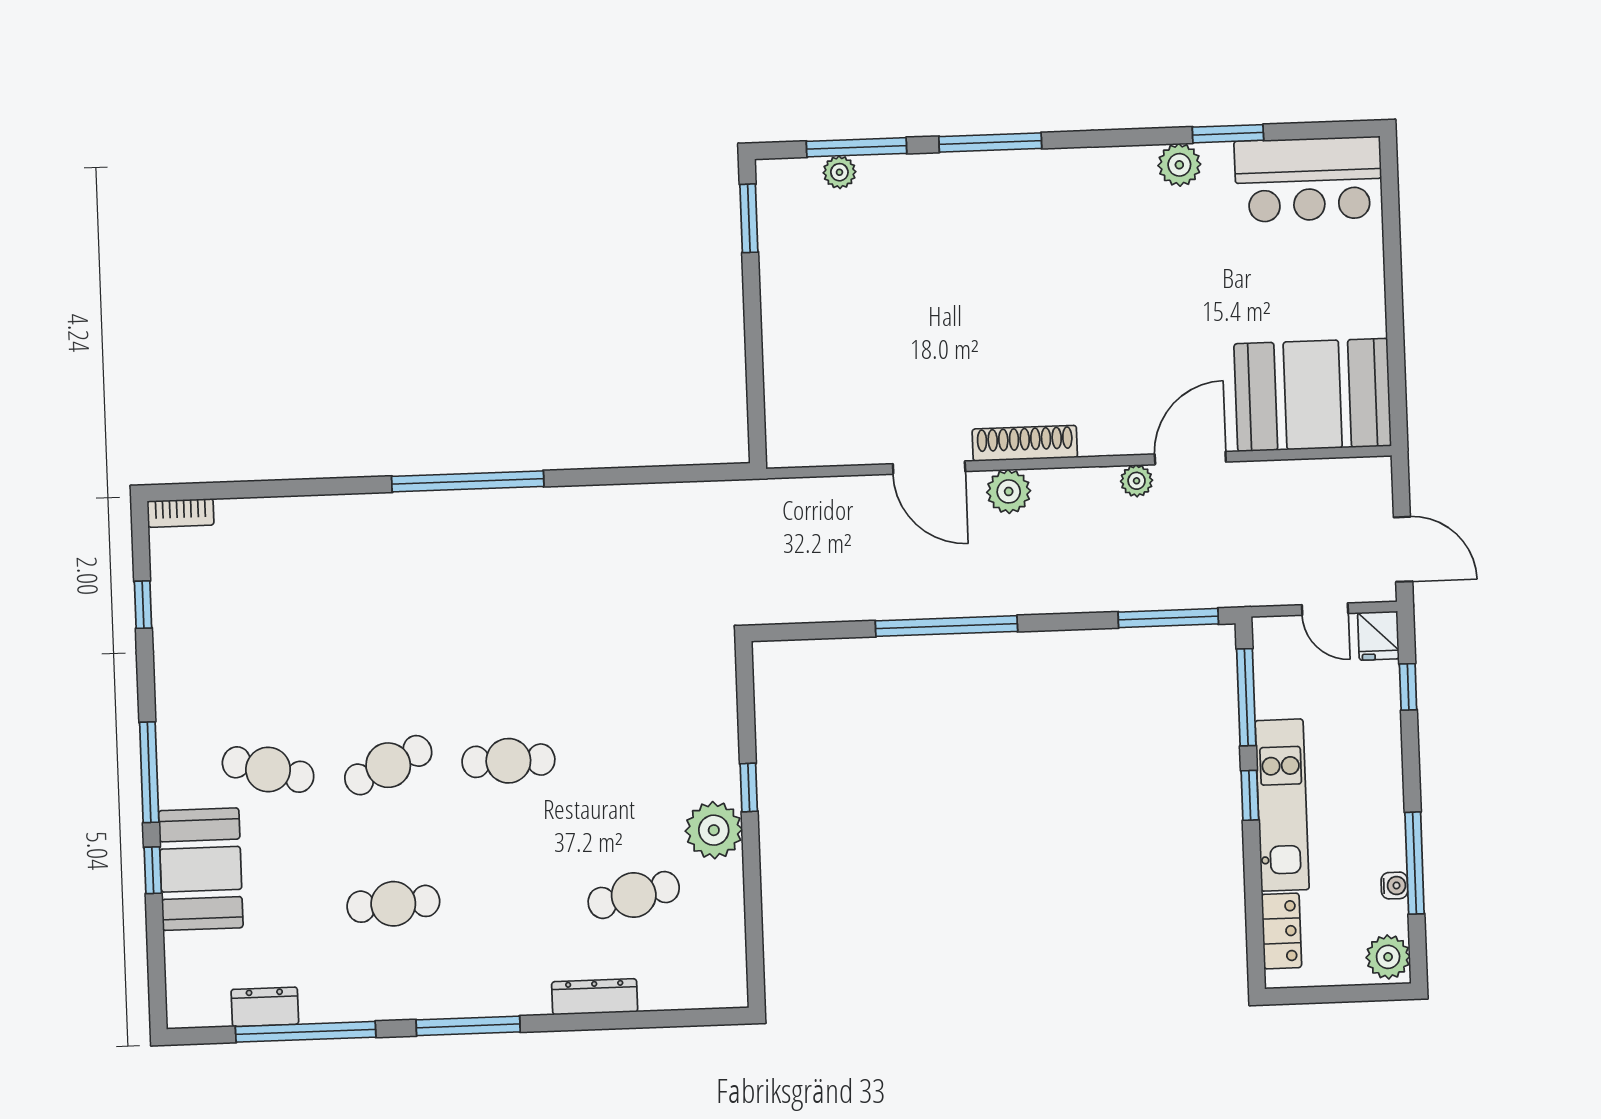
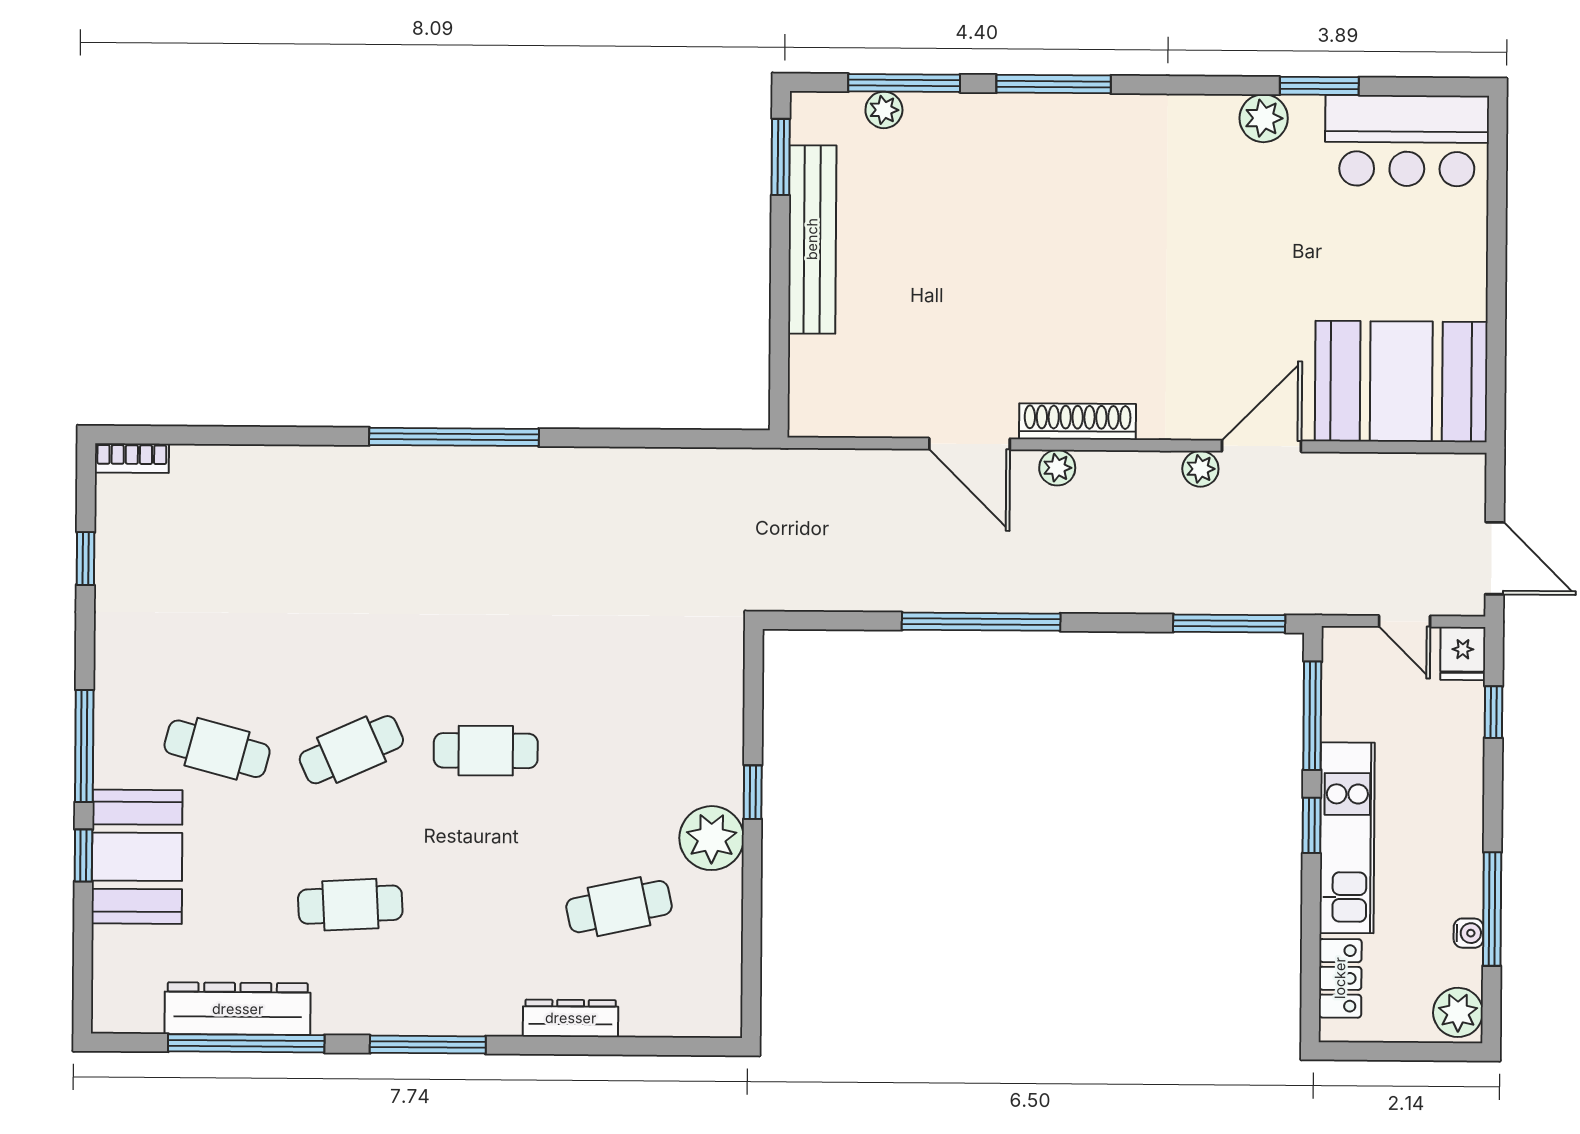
bench: (780, 291) -> (812, 239), added
plant: (1009, 491) -> (1057, 468), width x0.73, depth x0.73
dresser: (265, 1007) -> (238, 1009), width x1.96, depth x1.24

